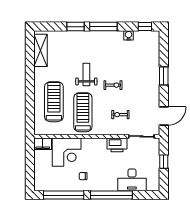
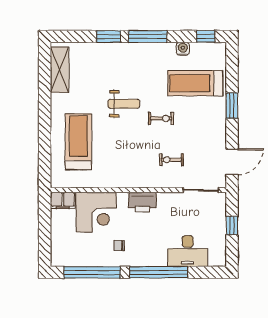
weight bench: (86, 75) -> (124, 104), turned 90
treadmill: (83, 112) -> (195, 83), moved, turned -90
printer: (117, 145) -> (142, 202), moved

